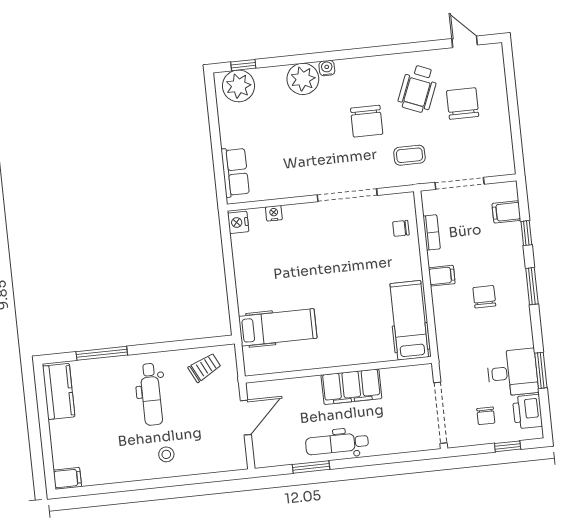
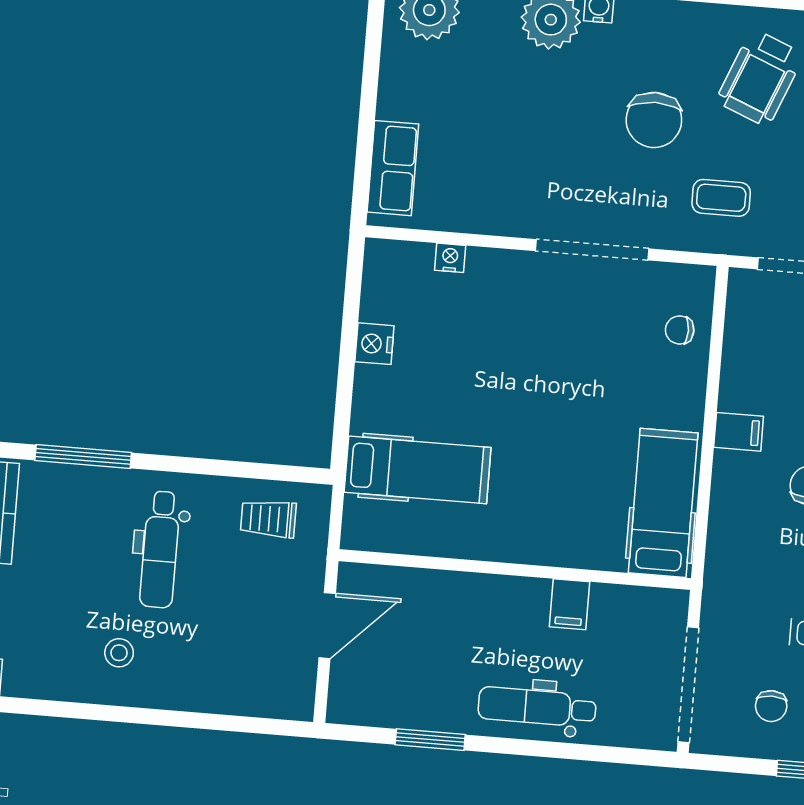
nightstand: (238, 222) -> (374, 344), moved
bookcase: (432, 232) -> (735, 348), removed
trolley: (205, 368) -> (268, 519), turned -153
filing cabinet: (351, 387) -> (570, 604), width x0.33, depth x0.86
dental chair: (337, 444) -> (537, 707), moved
stool: (166, 454) -> (119, 653), moved

